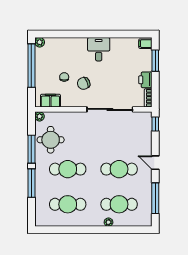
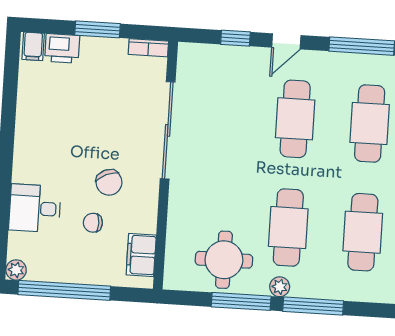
desk: (99, 49) -> (35, 208), moved
window: (155, 61) -> (98, 29), moved
printer: (145, 80) -> (62, 48), moved
plant: (40, 116) -> (280, 287), moved
window: (155, 124) -> (235, 38), moved

